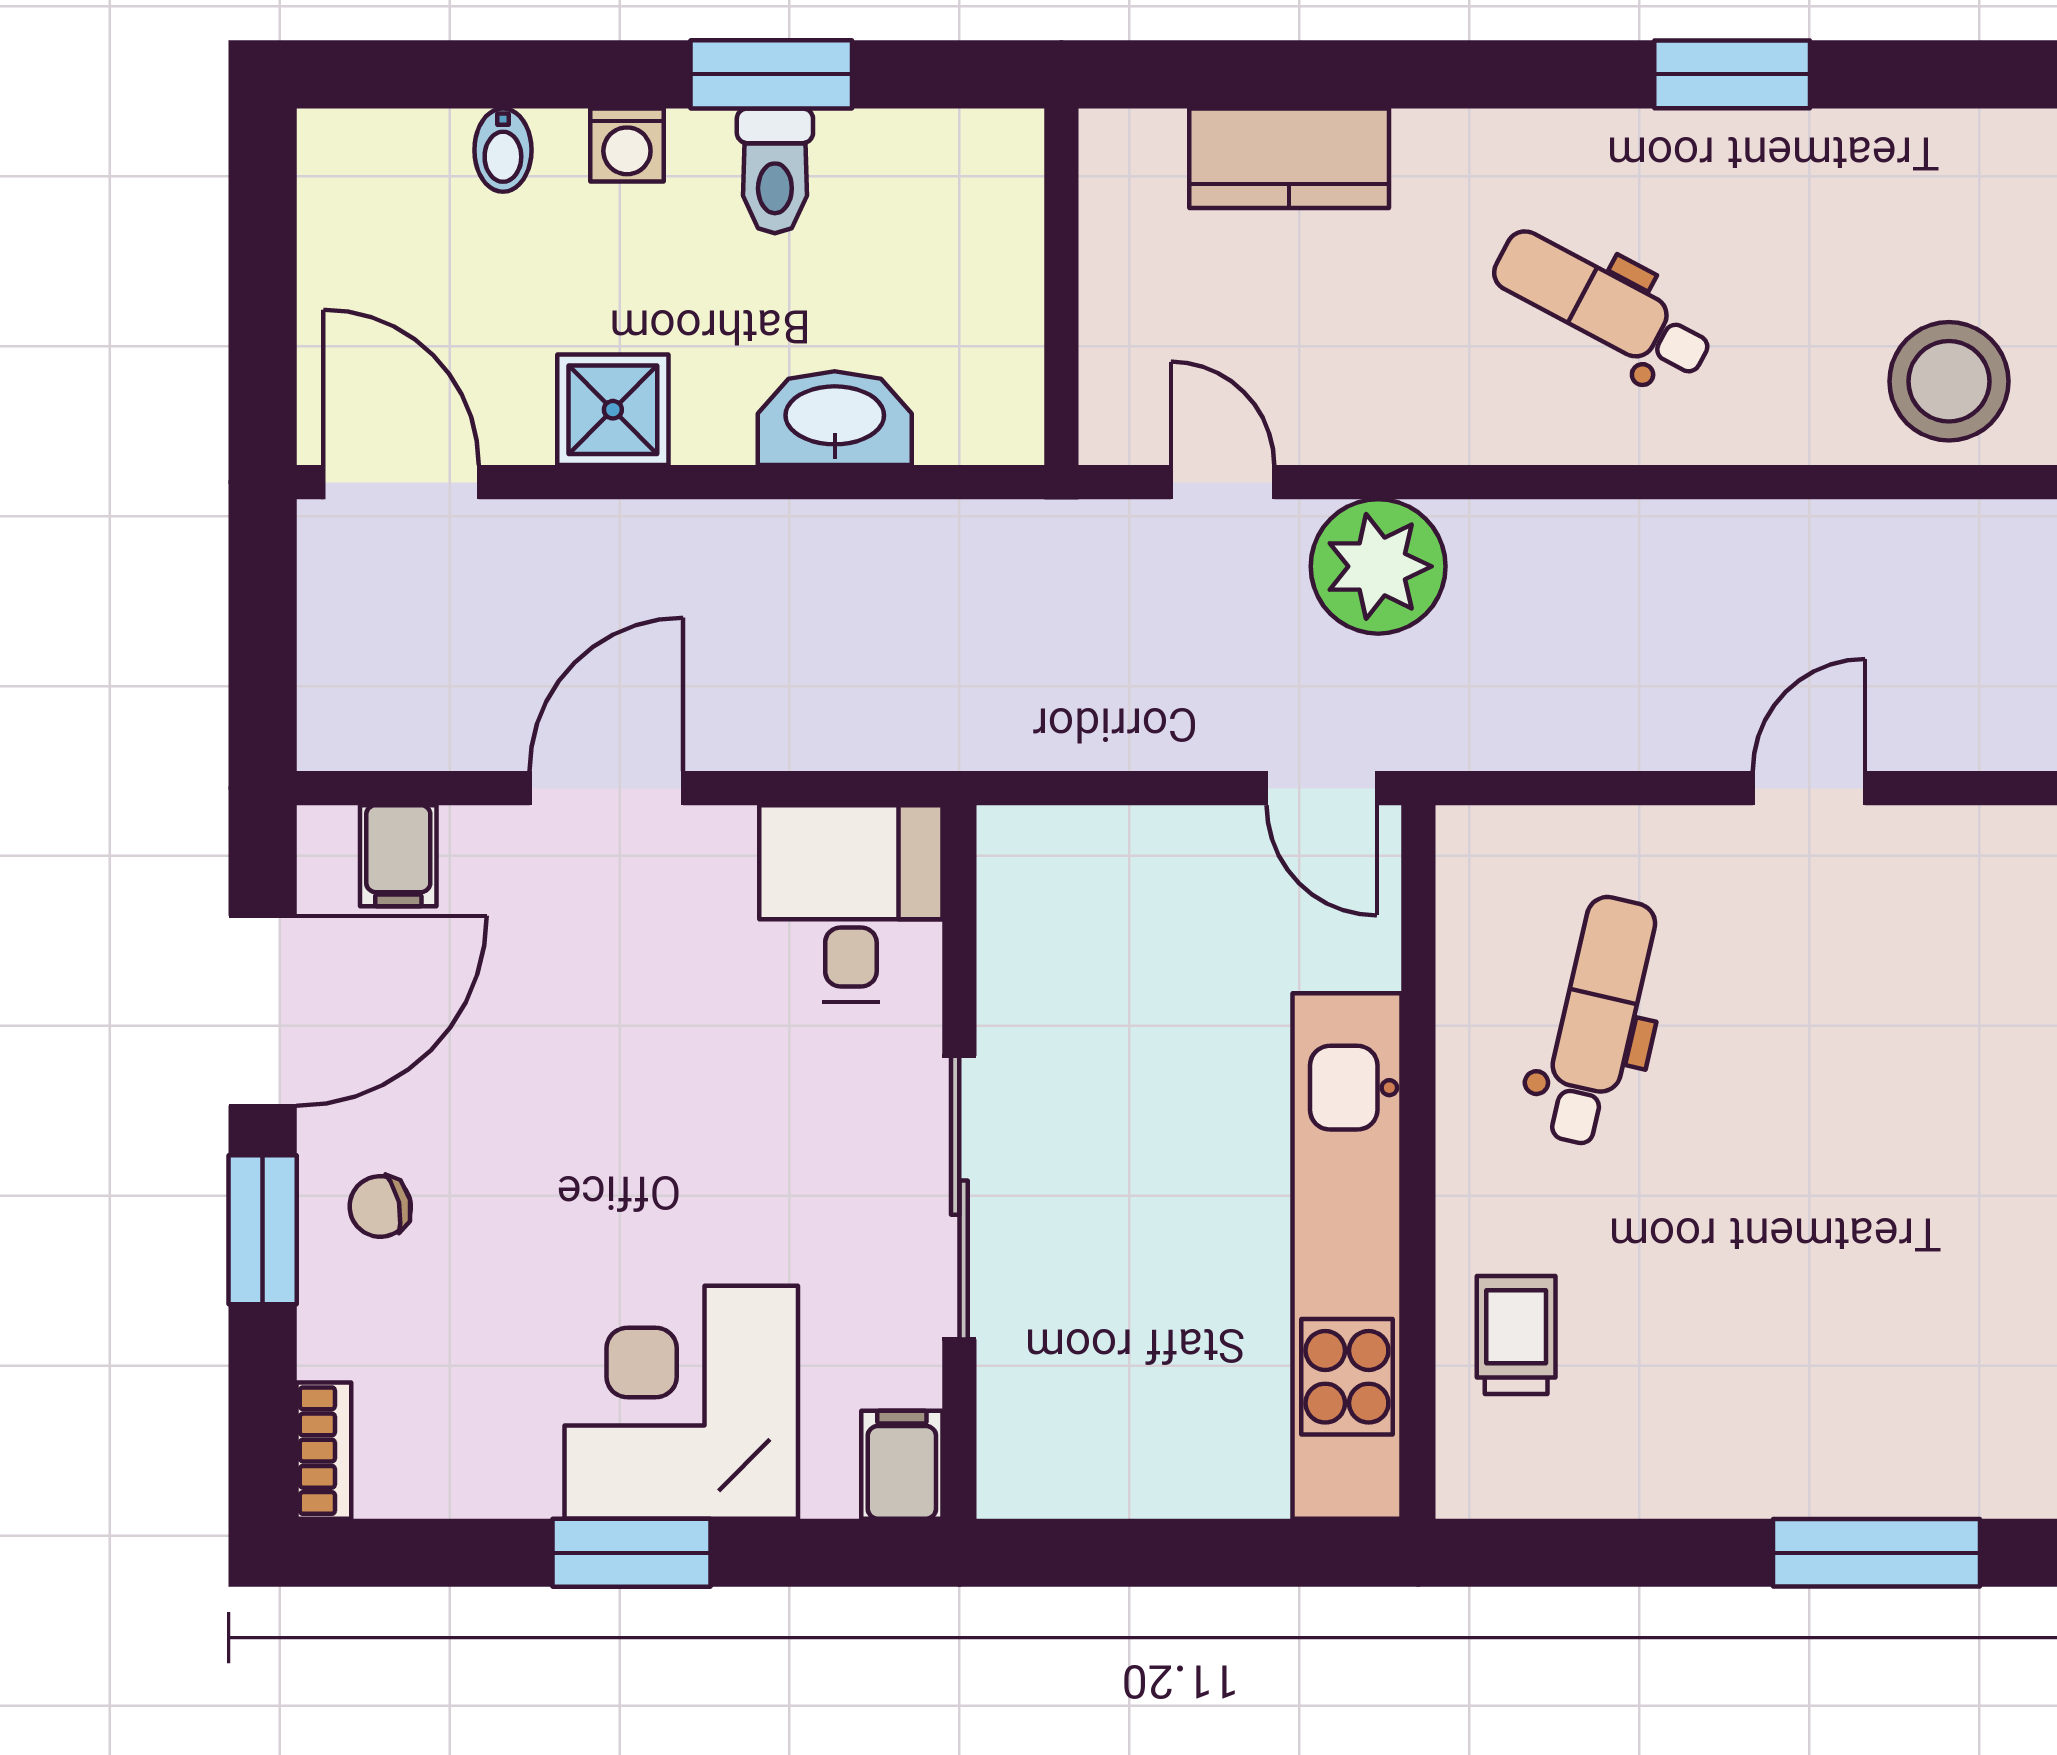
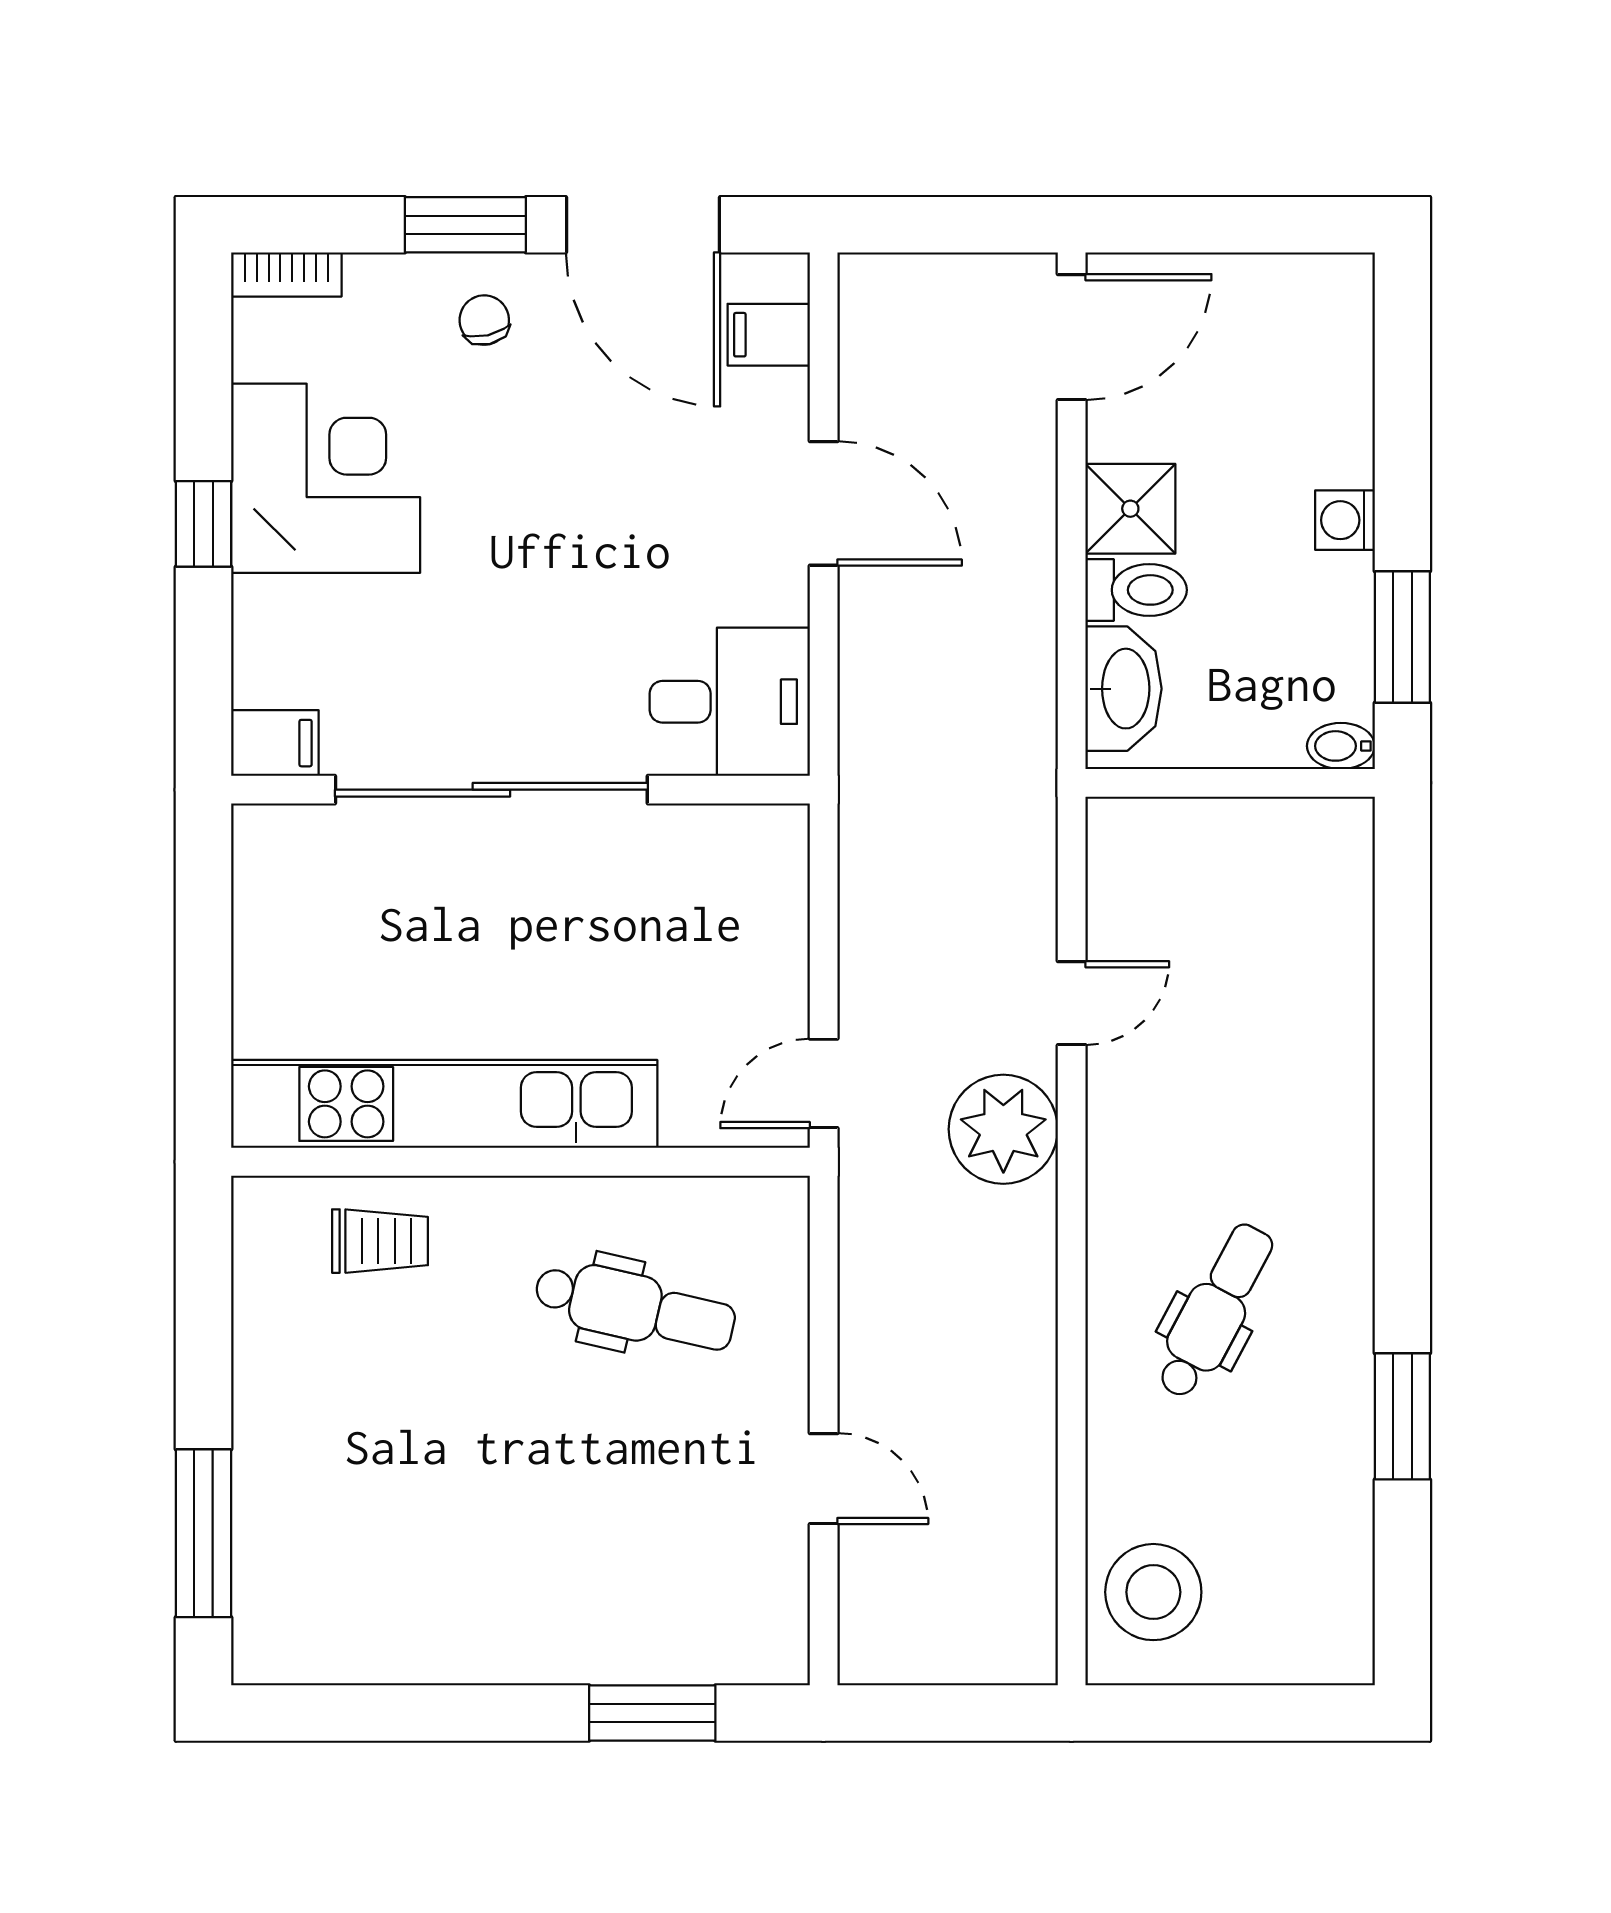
bidet: (503, 150) -> (1341, 746), moved
kitchen counter: (1289, 158) -> (1334, 1057), removed
toilet: (775, 171) -> (1136, 590), moved, turned 180
wall: (1061, 287) -> (1230, 783), moved
sliding door: (959, 1198) -> (491, 790), width x1.36
corner desk: (681, 1402) -> (326, 478), moved
window: (631, 1553) -> (203, 524), width x0.67

